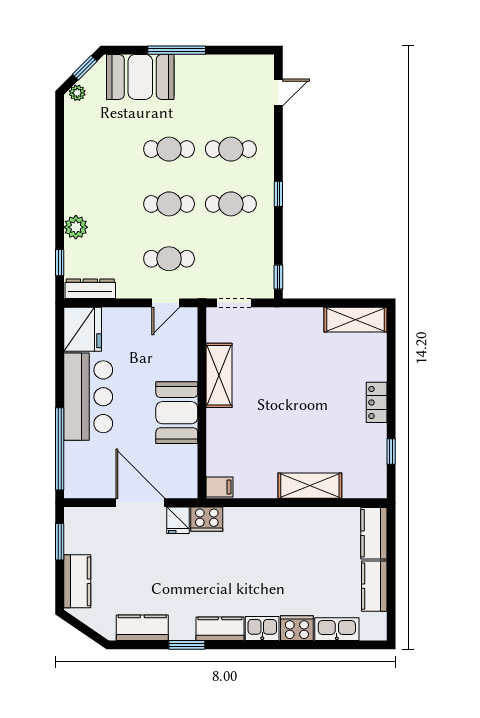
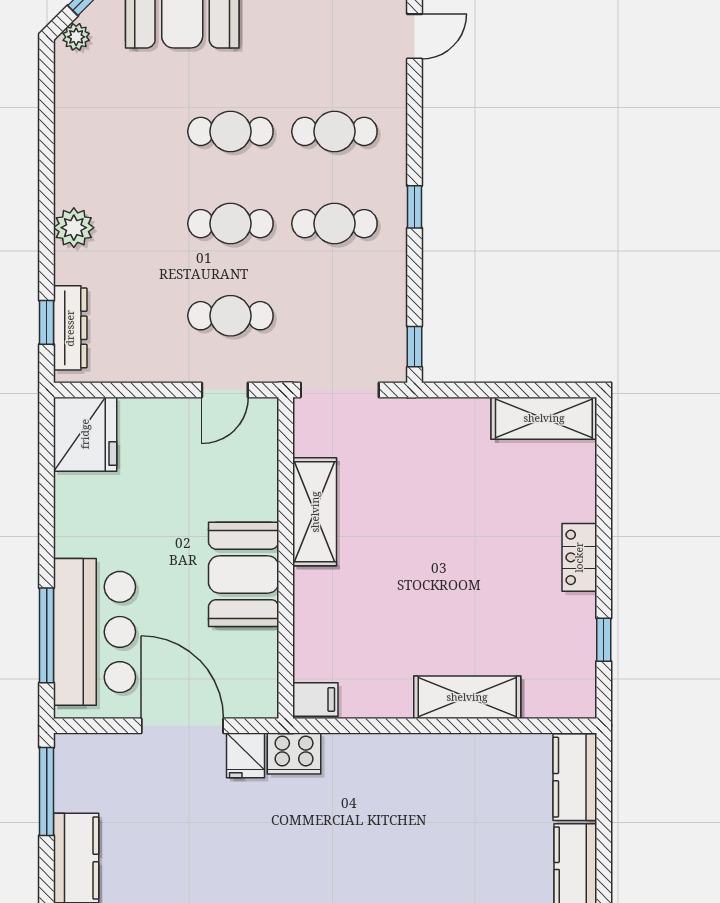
plant: (76, 227) -> (74, 228), moved
dresser: (90, 289) -> (70, 328), moved, turned 90
doorway: (234, 303) -> (340, 390), width x1.38
bar counter: (88, 397) -> (95, 632), moved
window: (60, 449) -> (47, 635), width x0.68
window: (60, 542) -> (47, 791), width x1.44

